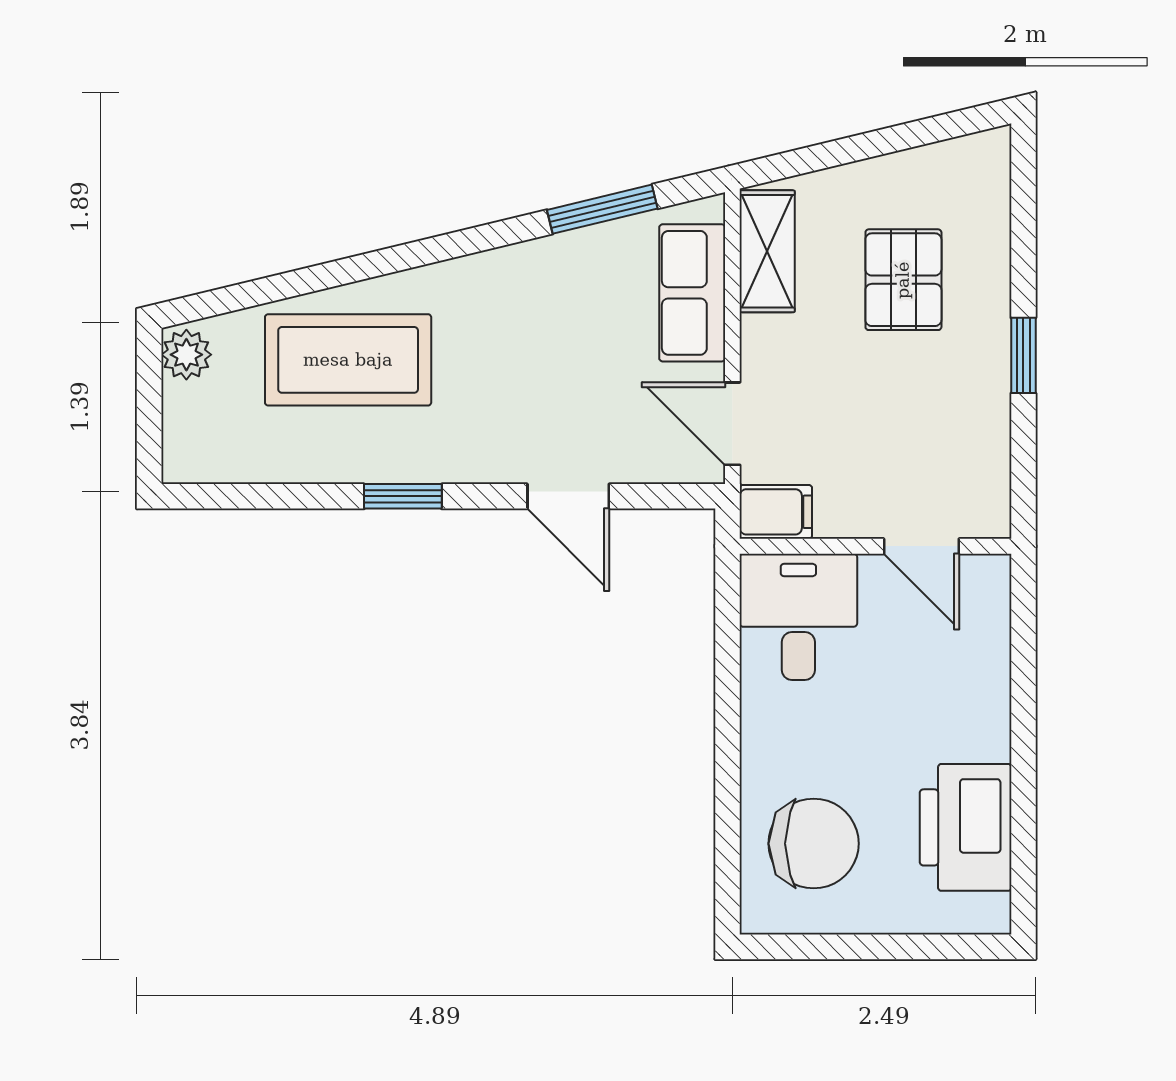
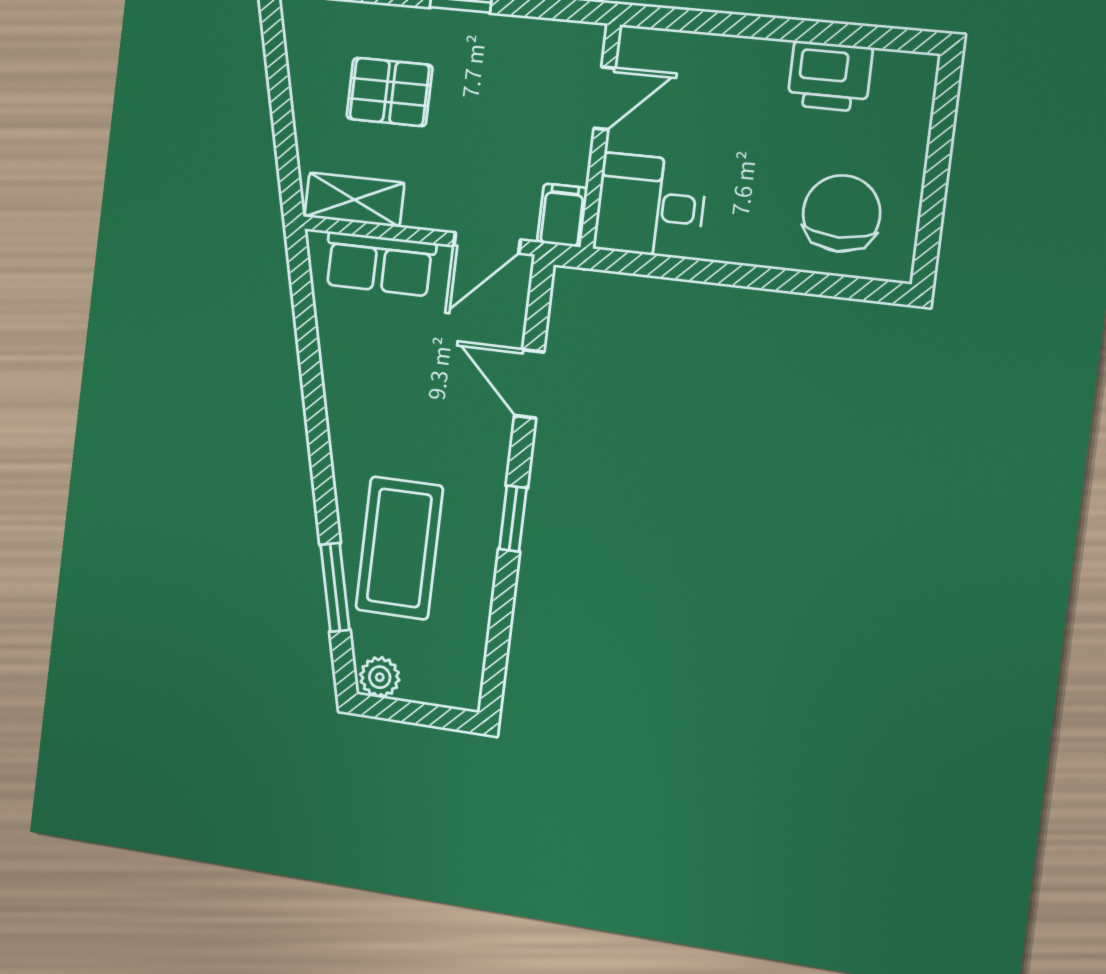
window: (602, 209) -> (335, 587), moved
door: (568, 496) -> (529, 384), swing flipped
printer: (966, 827) -> (830, 76), width x0.73, depth x0.84

